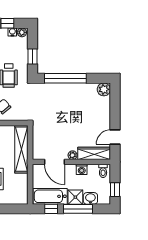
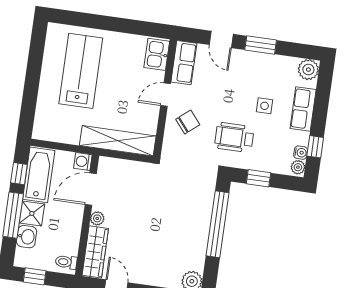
washing machine: (82, 169) -> (83, 162), moved

